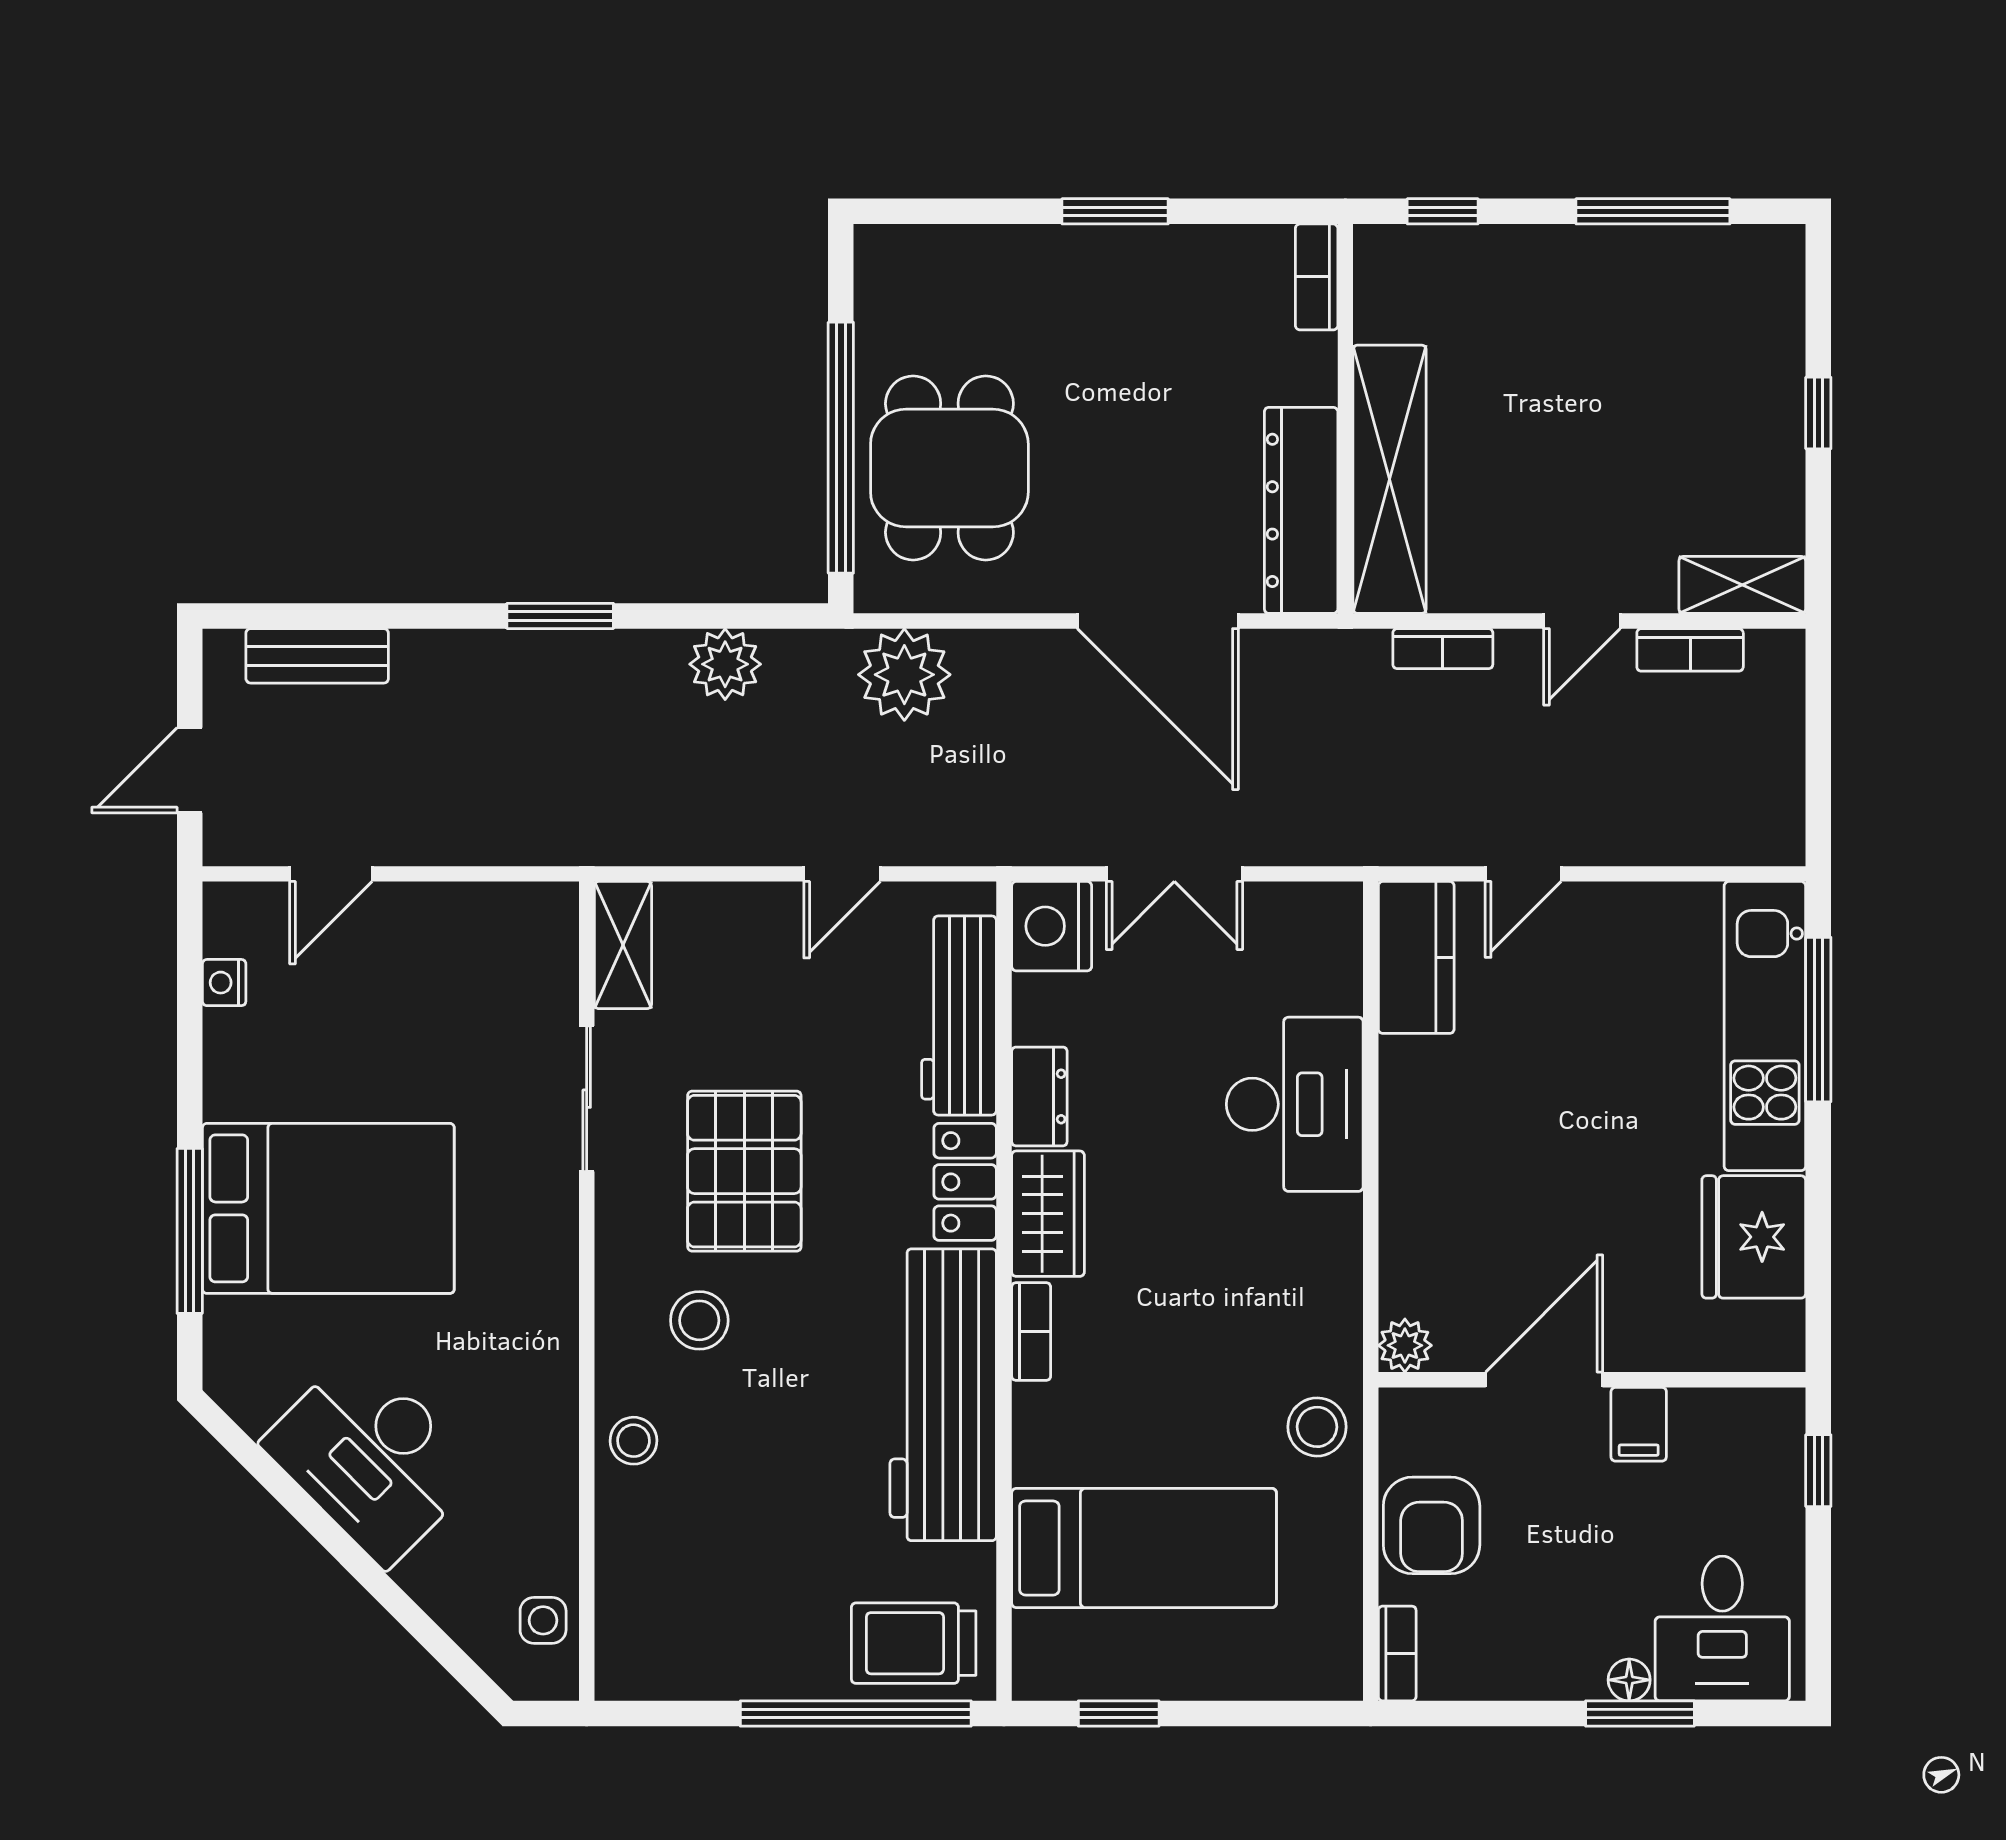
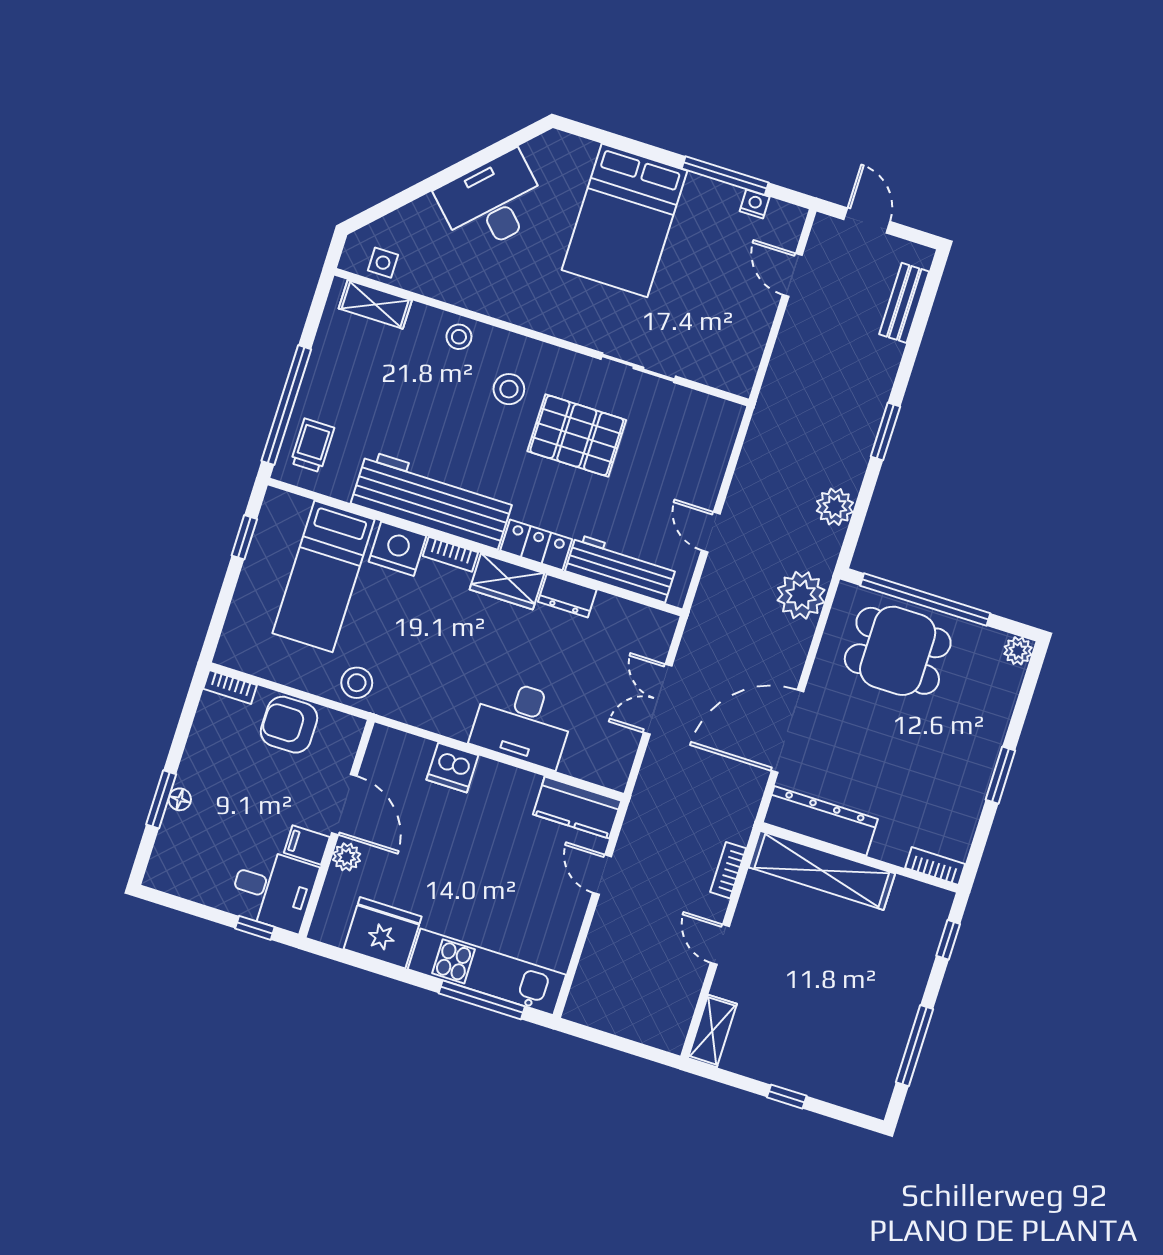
plant: (880, 251) -> (1018, 651), added
bookcase: (1690, 650) -> (688, 994), removed
nightstand: (1052, 926) -> (397, 549), moved
shelving: (623, 945) -> (375, 304), moved
dishwasher: (1416, 1205) -> (452, 768), added
window: (190, 1231) -> (725, 176), moved
plant: (1405, 1345) -> (347, 857), moved
desk: (1722, 1629) -> (273, 890), moved, turned 180
trolley: (914, 1643) -> (312, 445), width x0.73, depth x0.72

